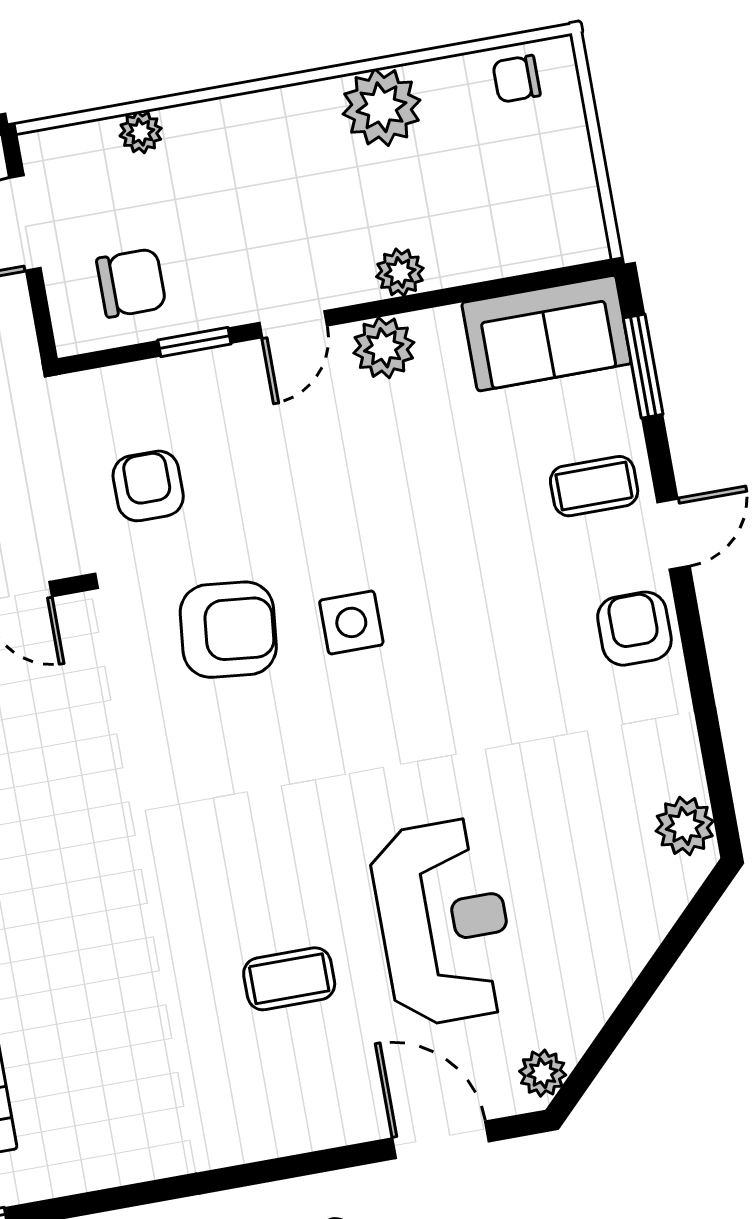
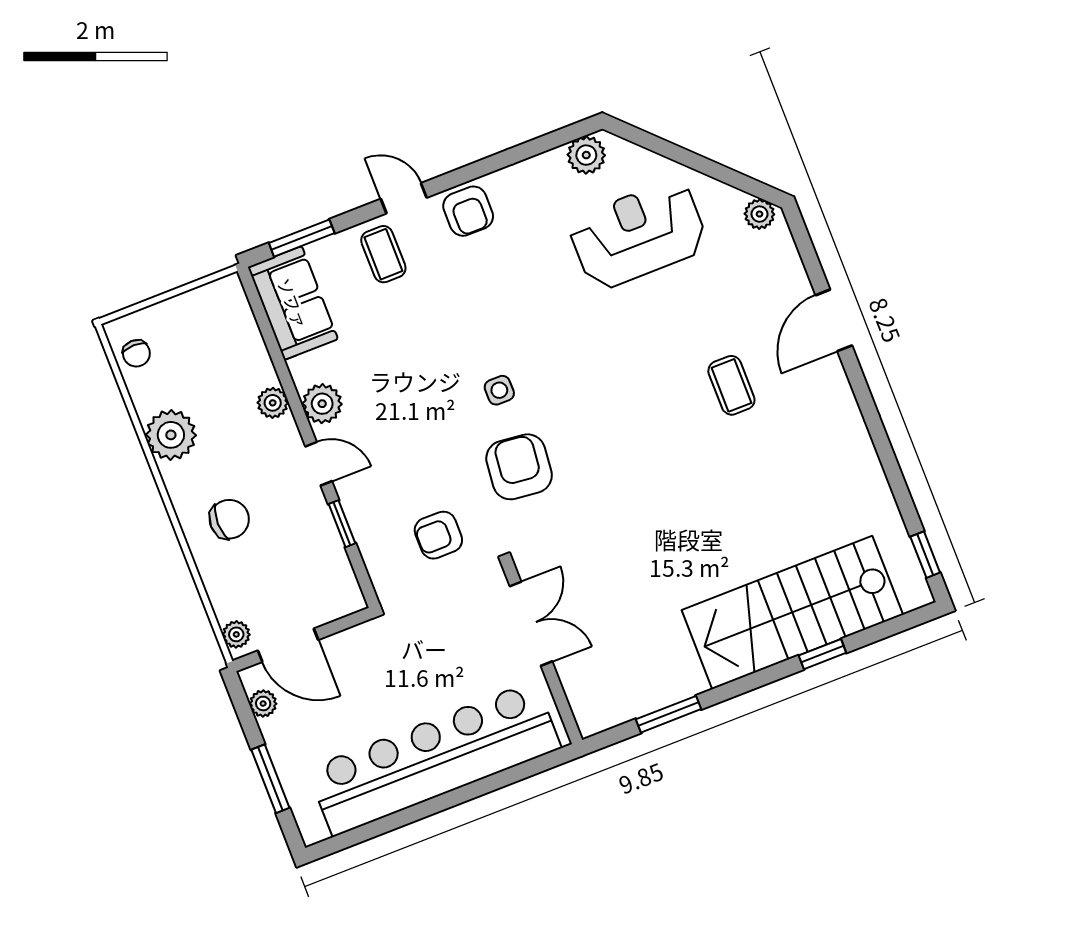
plant: (141, 132) -> (236, 634), moved
chair: (131, 283) -> (229, 519), moved, turned 90
side table: (351, 622) -> (499, 390), width x0.73, depth x0.73
armchair: (634, 629) -> (468, 211), turned -90
reception desk: (444, 922) -> (638, 235), moved
door: (441, 1140) -> (834, 320), moved

